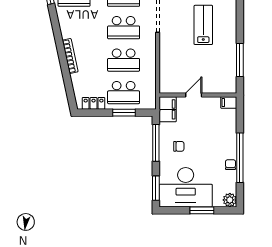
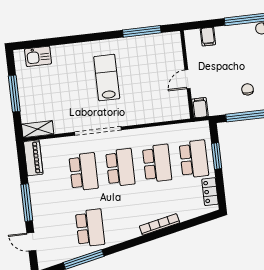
lab bench: (203, 25) -> (107, 78), turned 90
door: (194, 95) -> (188, 79), hinge flipped
filing cabinet: (229, 103) -> (208, 37), moved
filing cabinet: (168, 109) -> (200, 108), width x0.50

